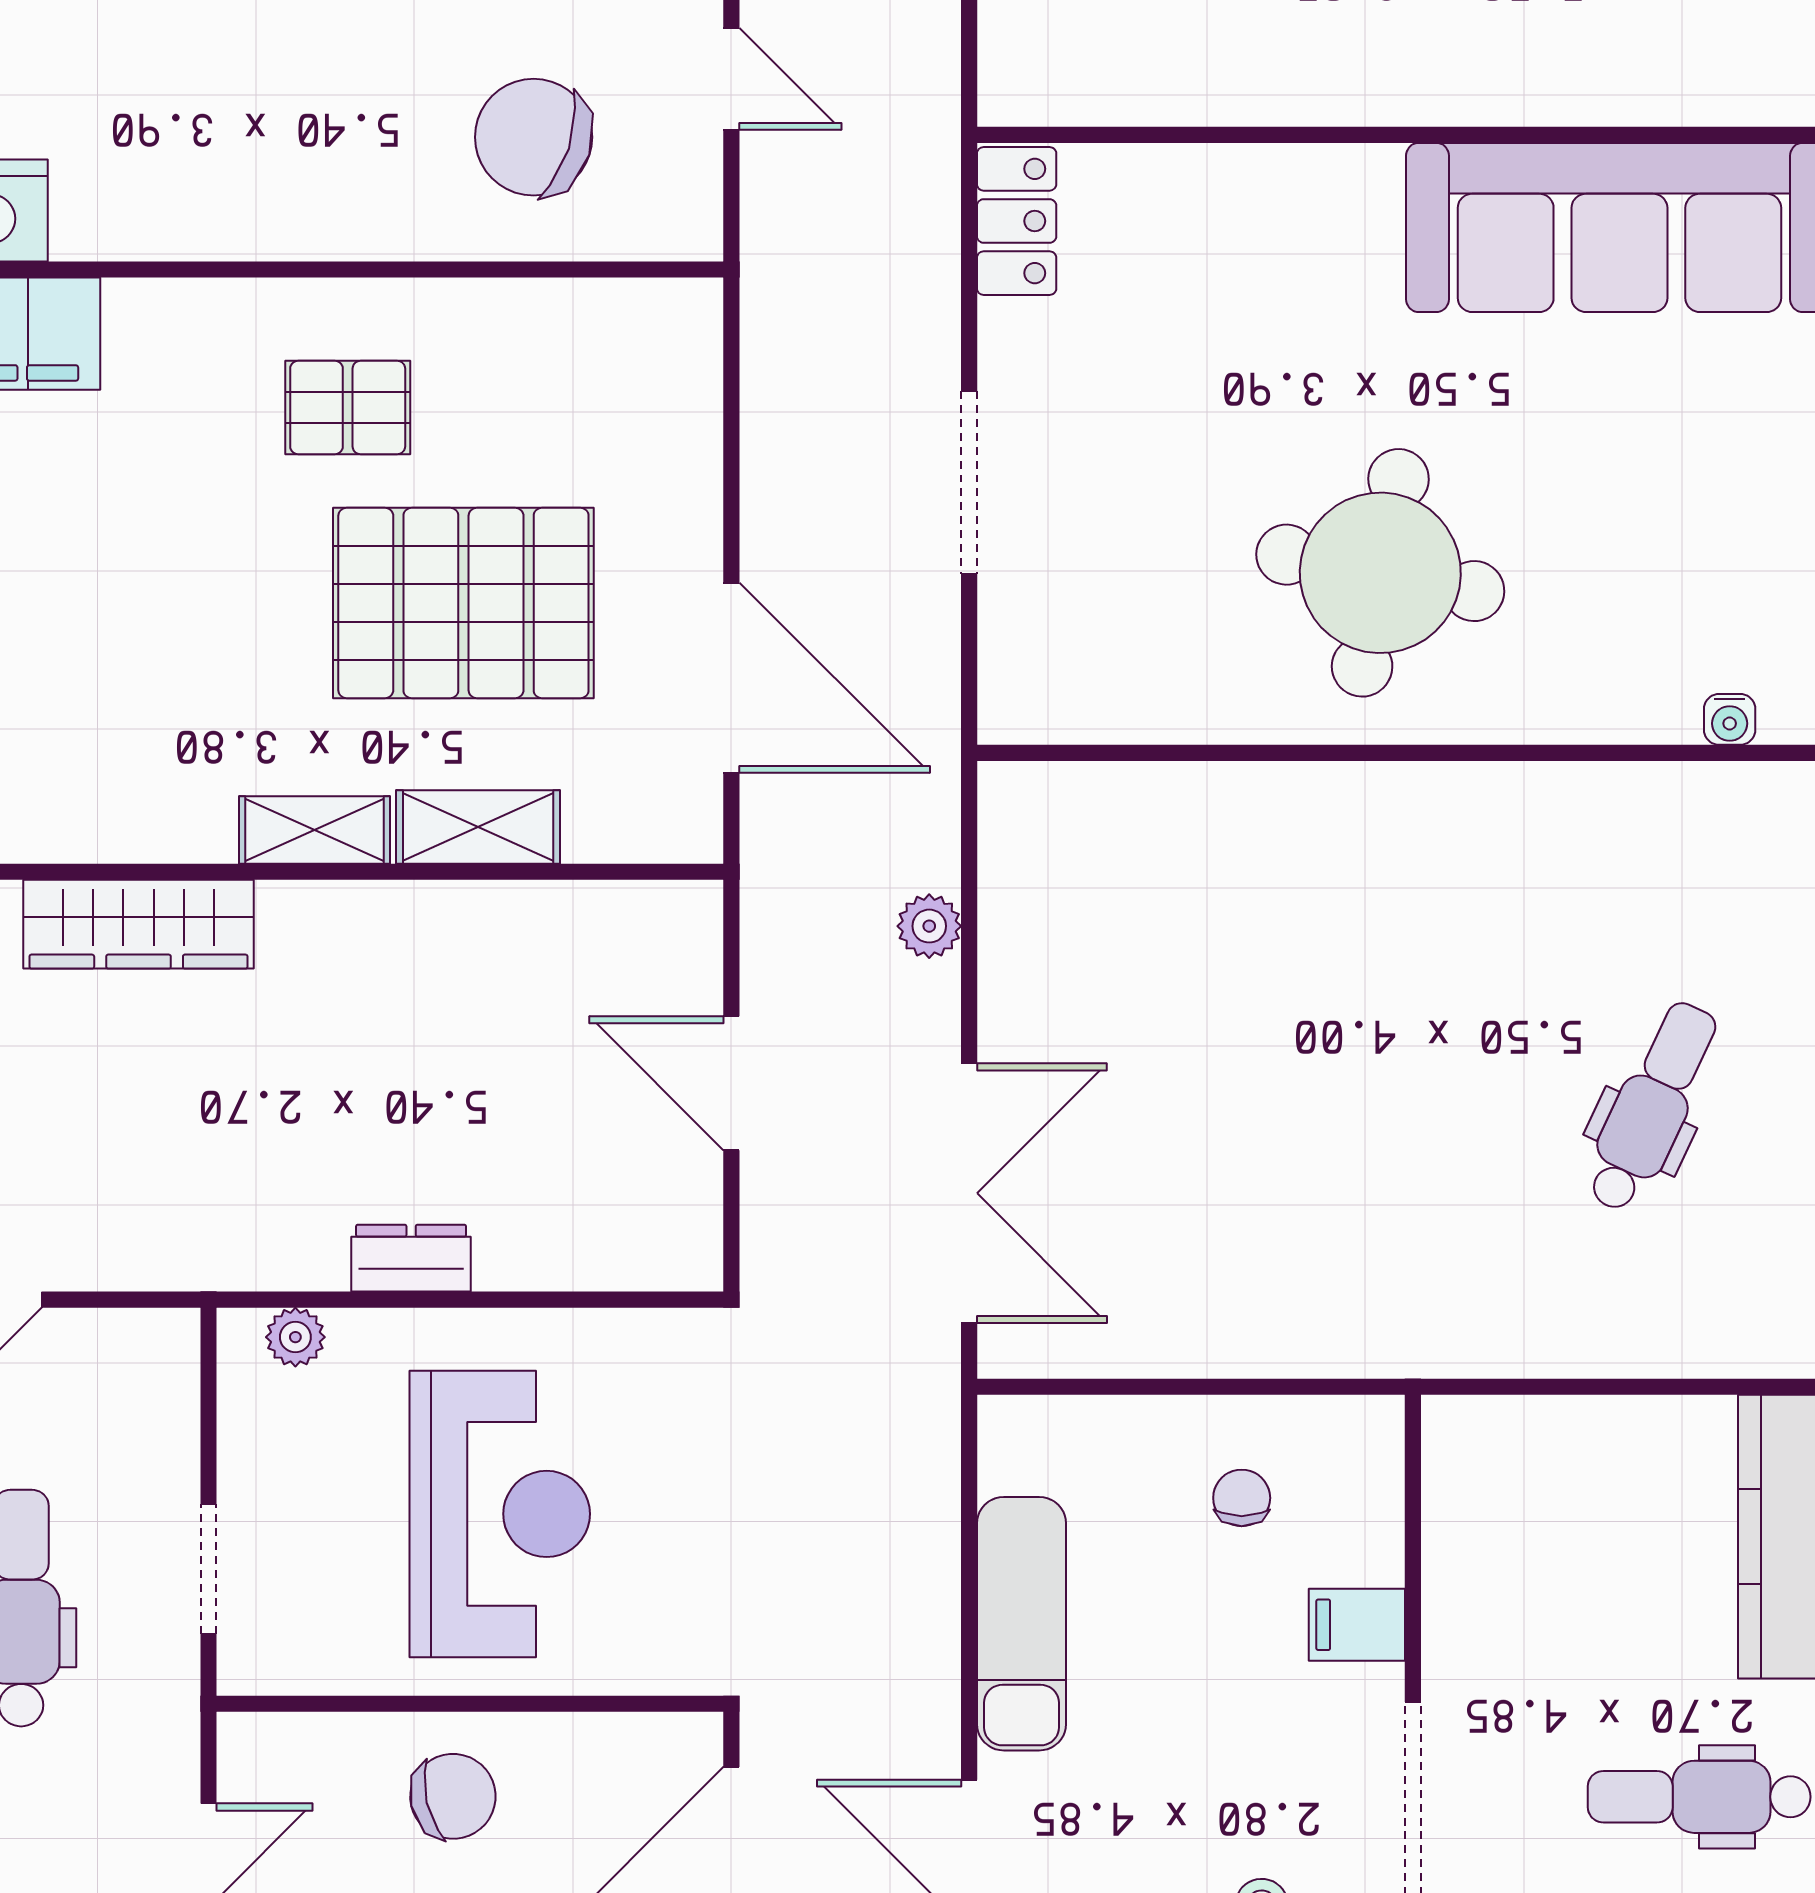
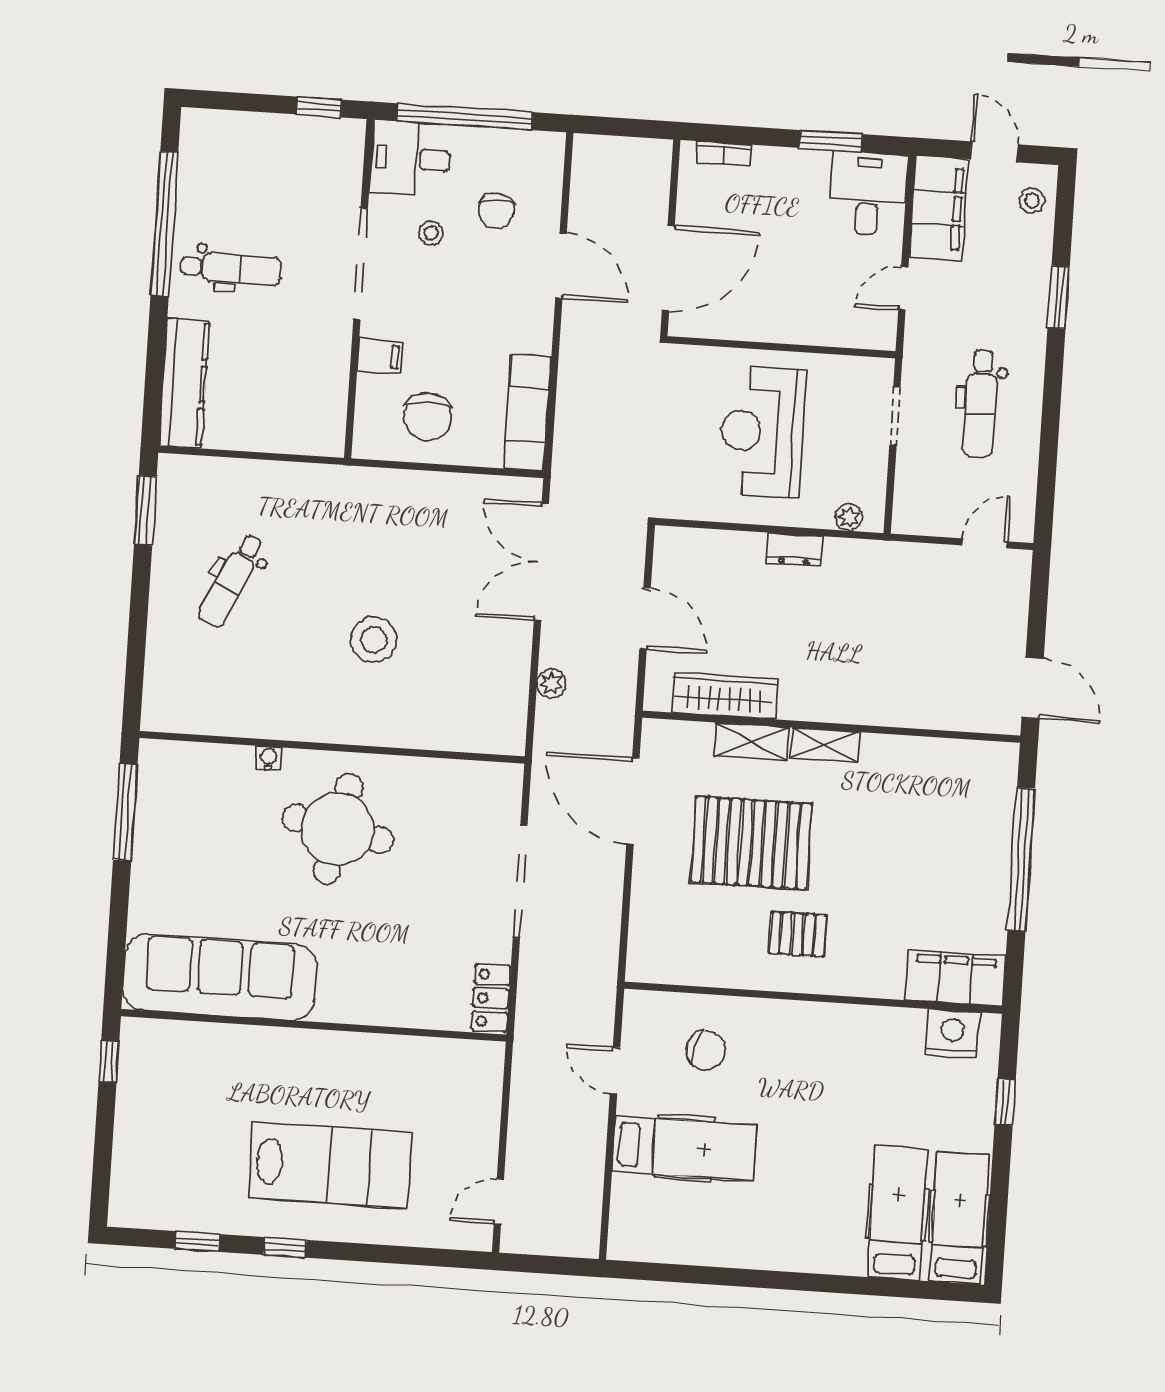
chair: (534, 137) -> (706, 1050), width x0.73, depth x0.73
doorway: (969, 483) -> (520, 882), width x1.36
water cooler: (1730, 719) -> (269, 758), moved
wardrobe: (139, 924) -> (724, 696), moved
stool: (1328, 997) -> (374, 639), added
chair: (1242, 1498) -> (428, 417), width x1.87, depth x1.87
exam couch: (1021, 1624) -> (528, 413), moved
chair: (453, 1796) -> (792, 306), removed

